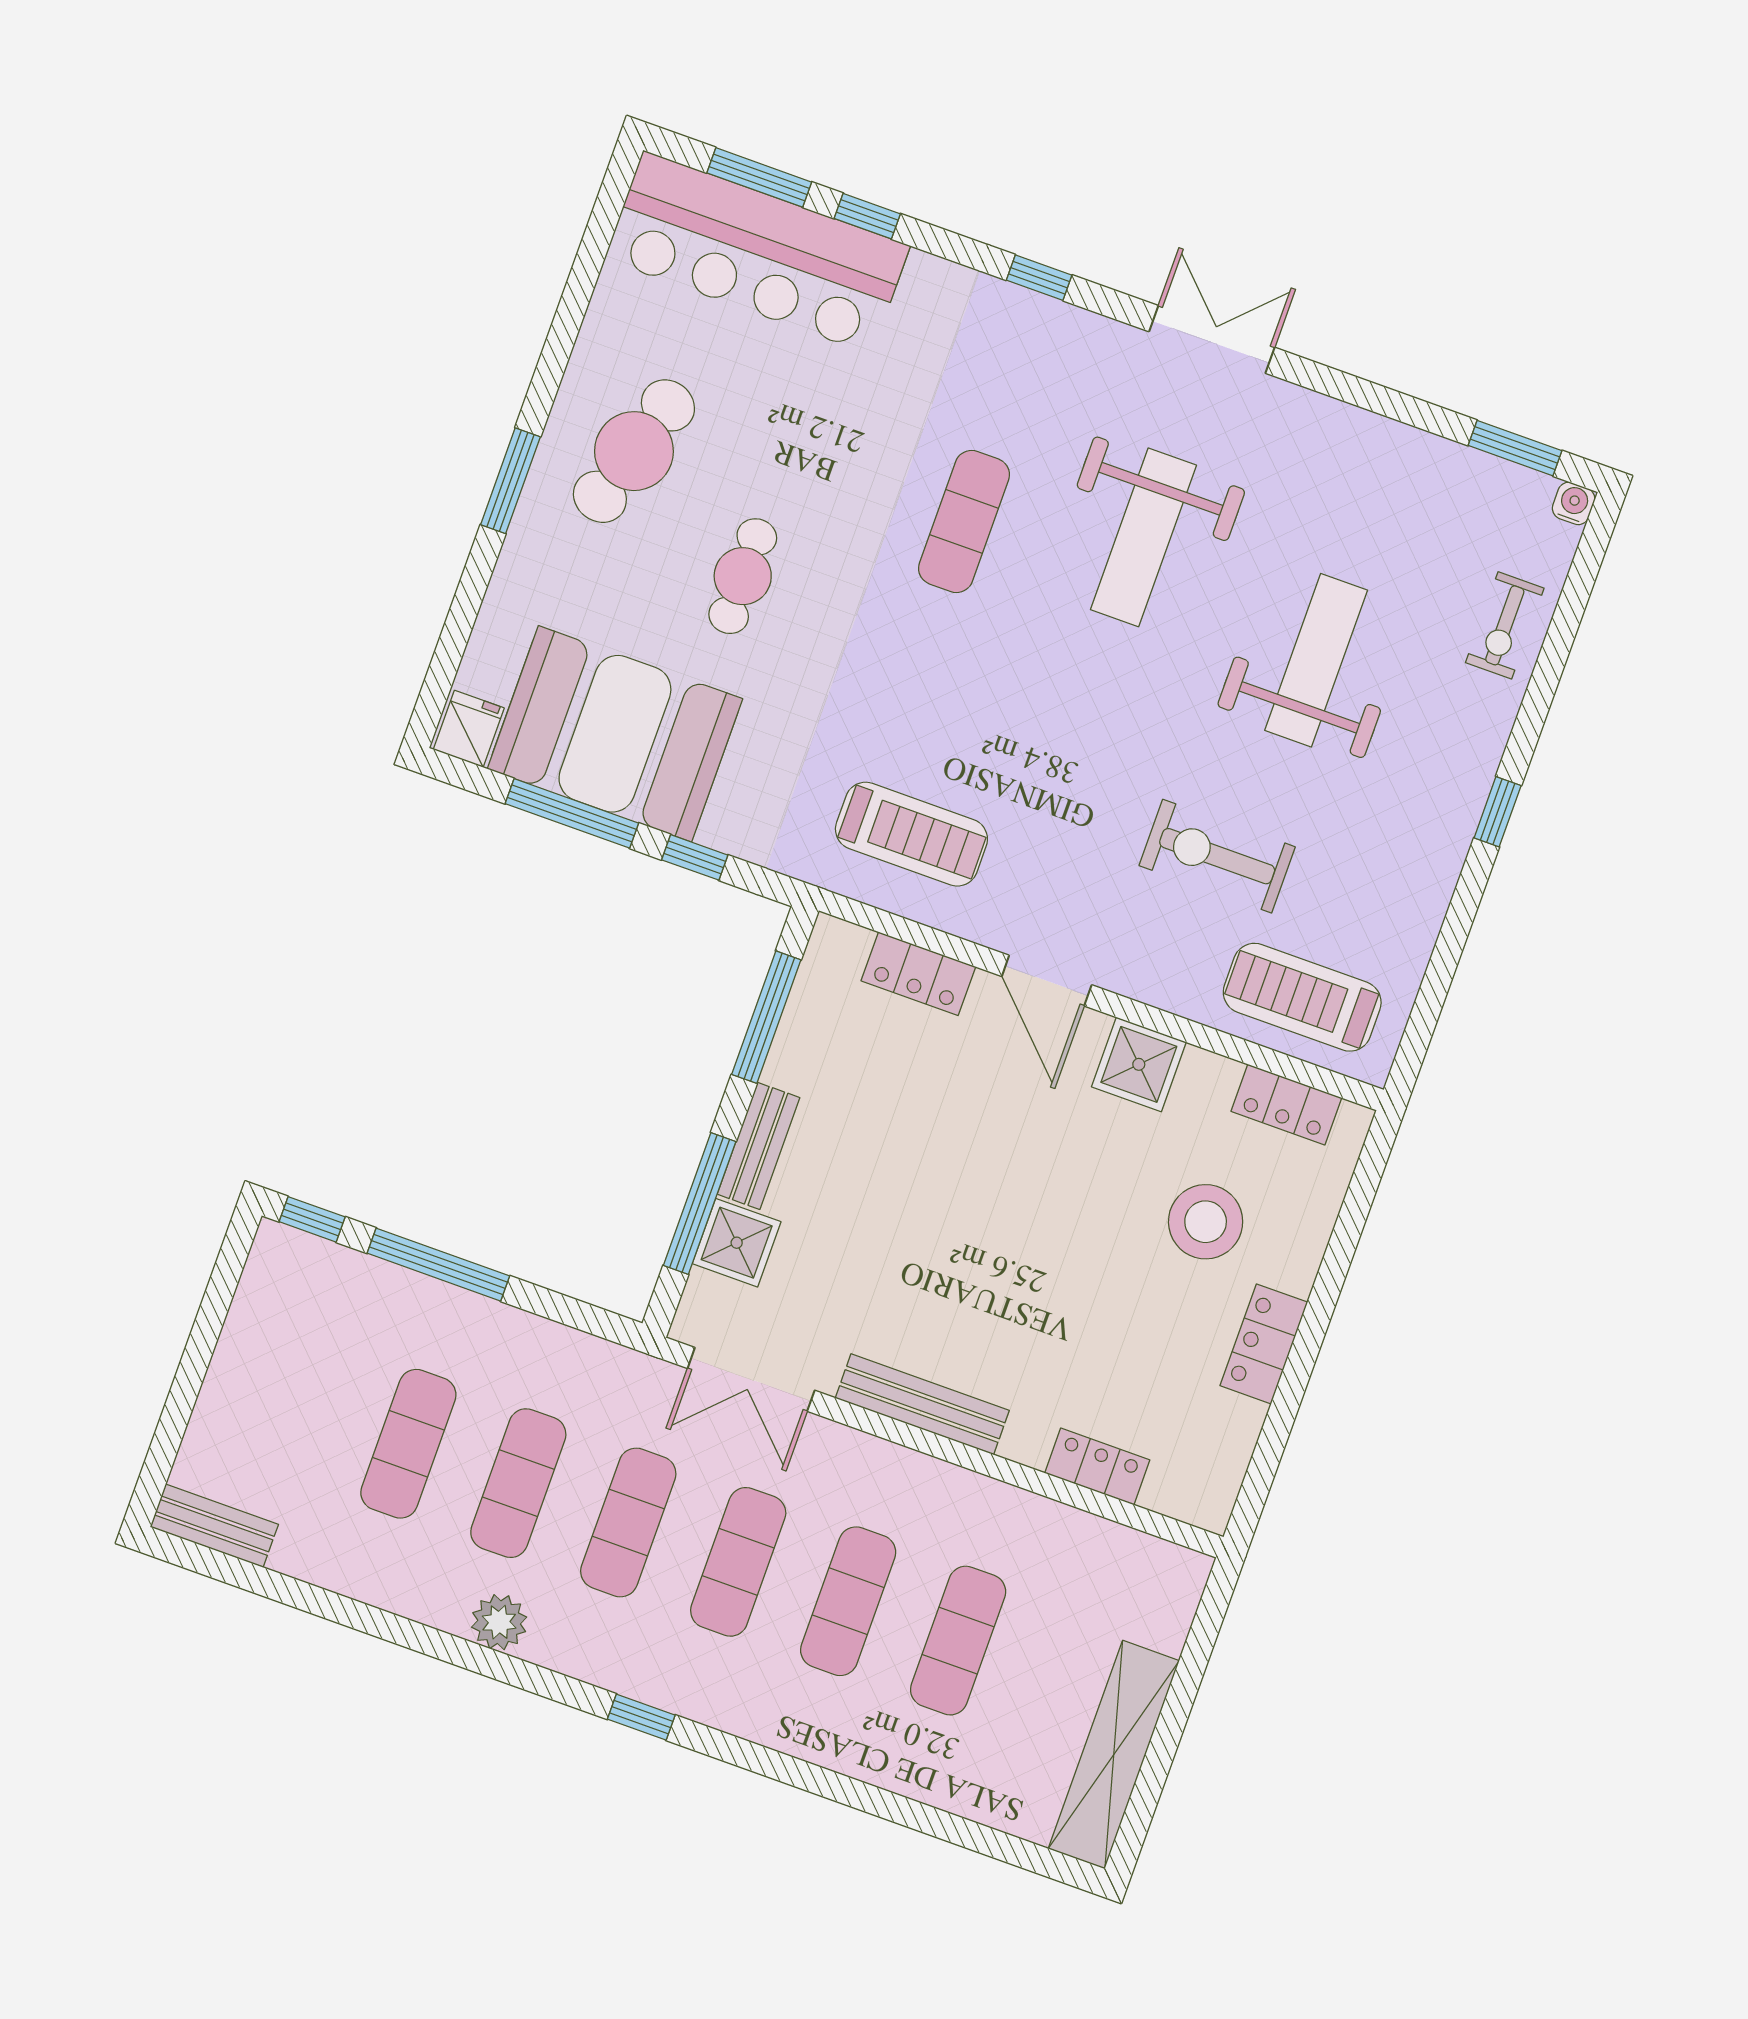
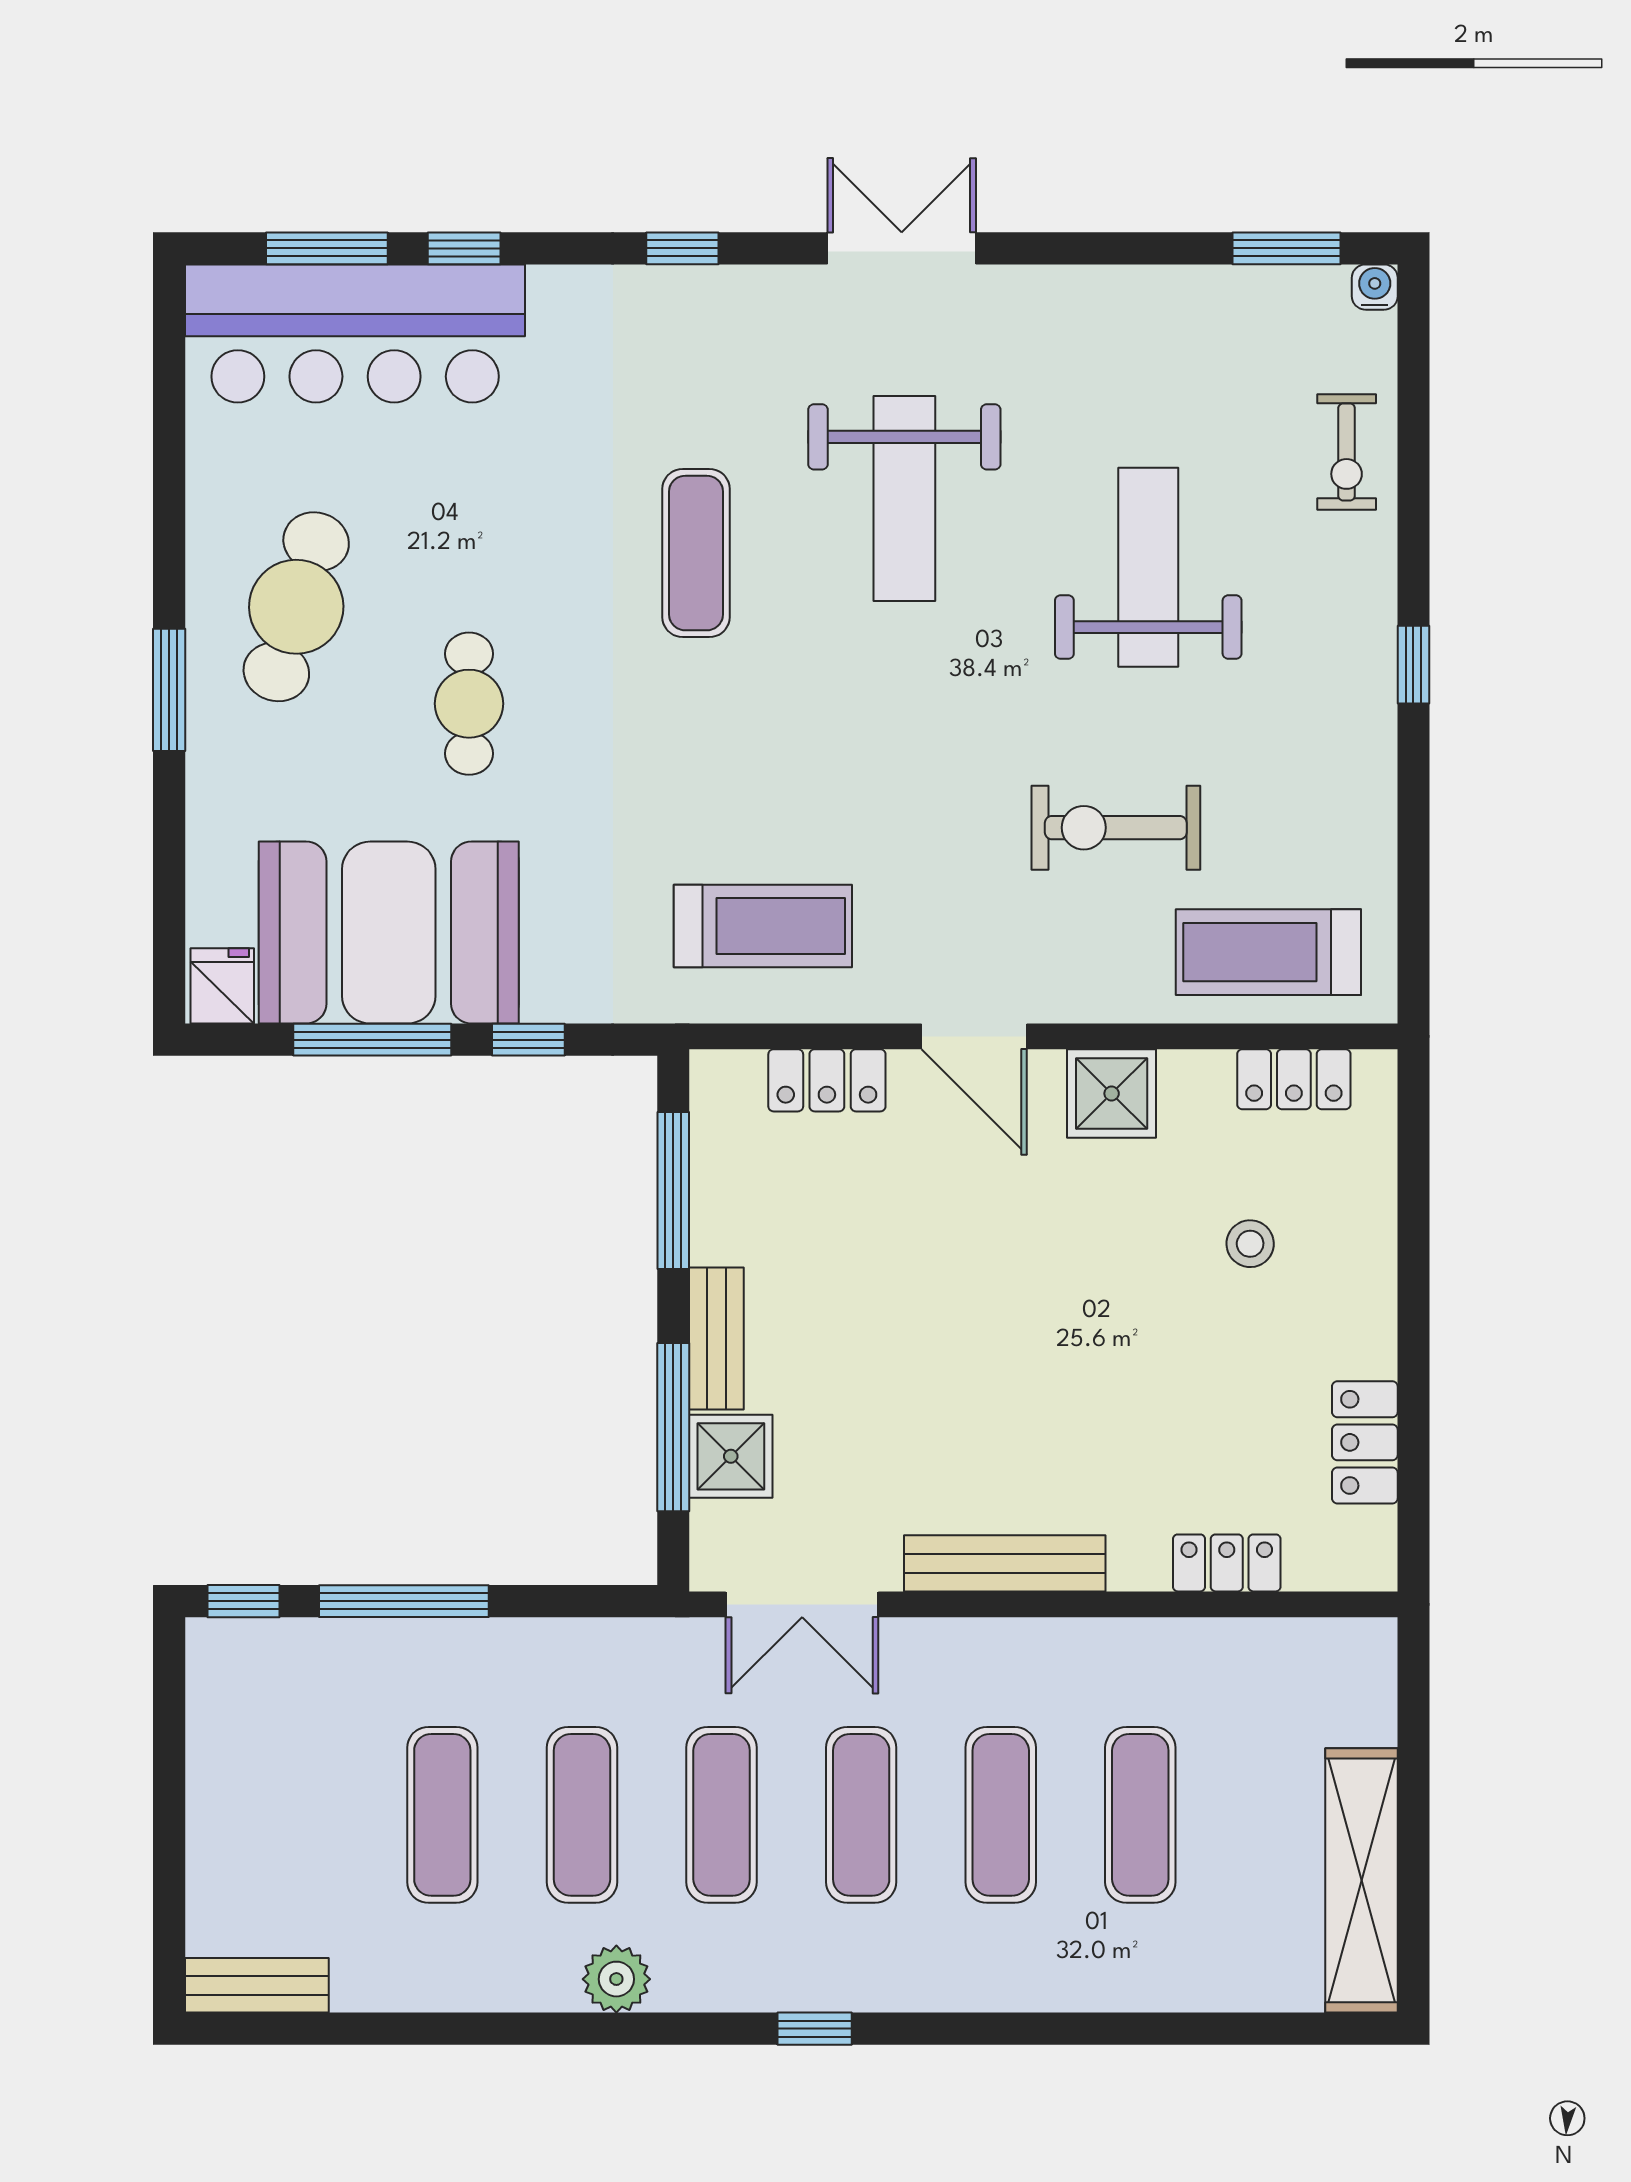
stool: (1206, 1222) -> (1250, 1244), width x0.53, depth x0.53
locker: (1264, 1344) -> (1365, 1442), moved

